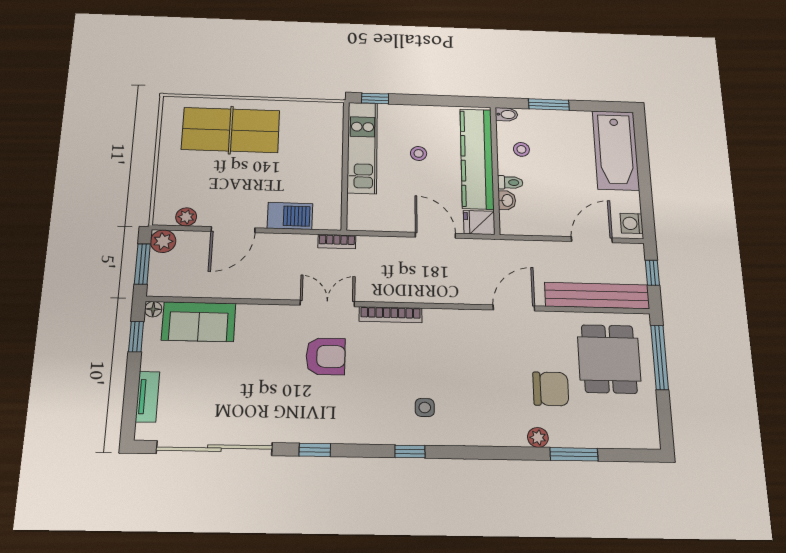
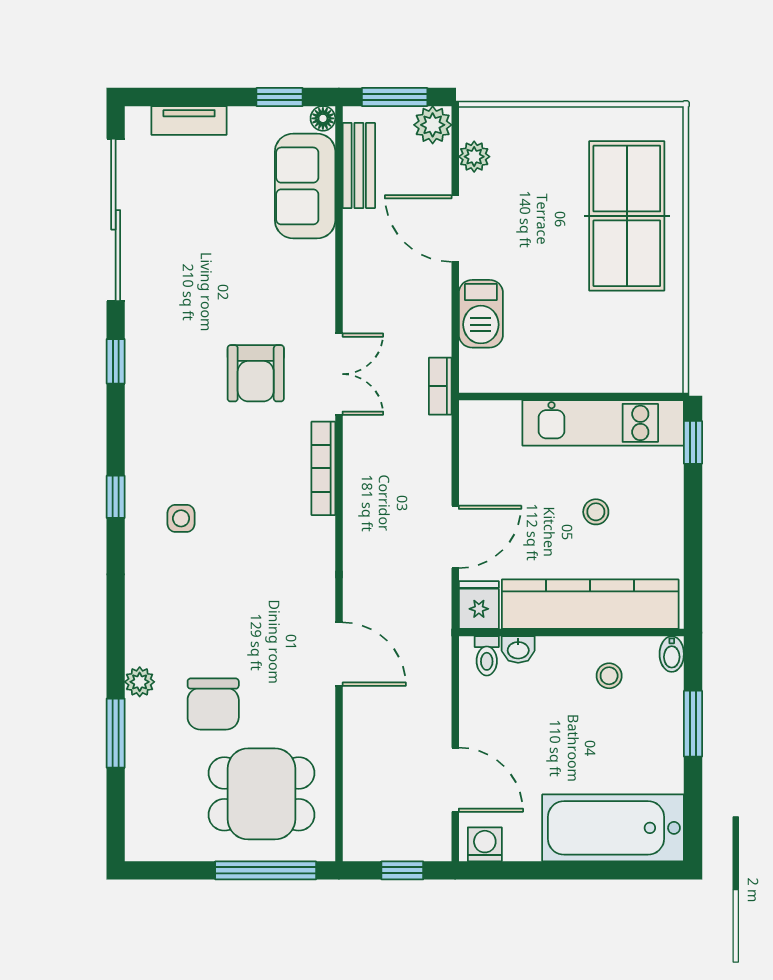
toilet: (510, 182) -> (487, 656), moved
bench: (597, 296) -> (359, 166), moved, width x0.54, depth x0.82

